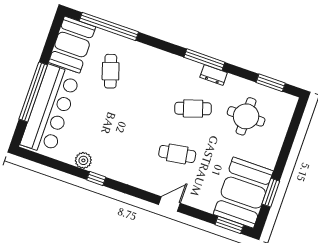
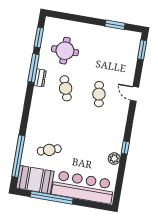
window: (204, 60) -> (34, 68), moved
window: (33, 92) -> (52, 198), moved
booth: (243, 193) -> (118, 44), removed

